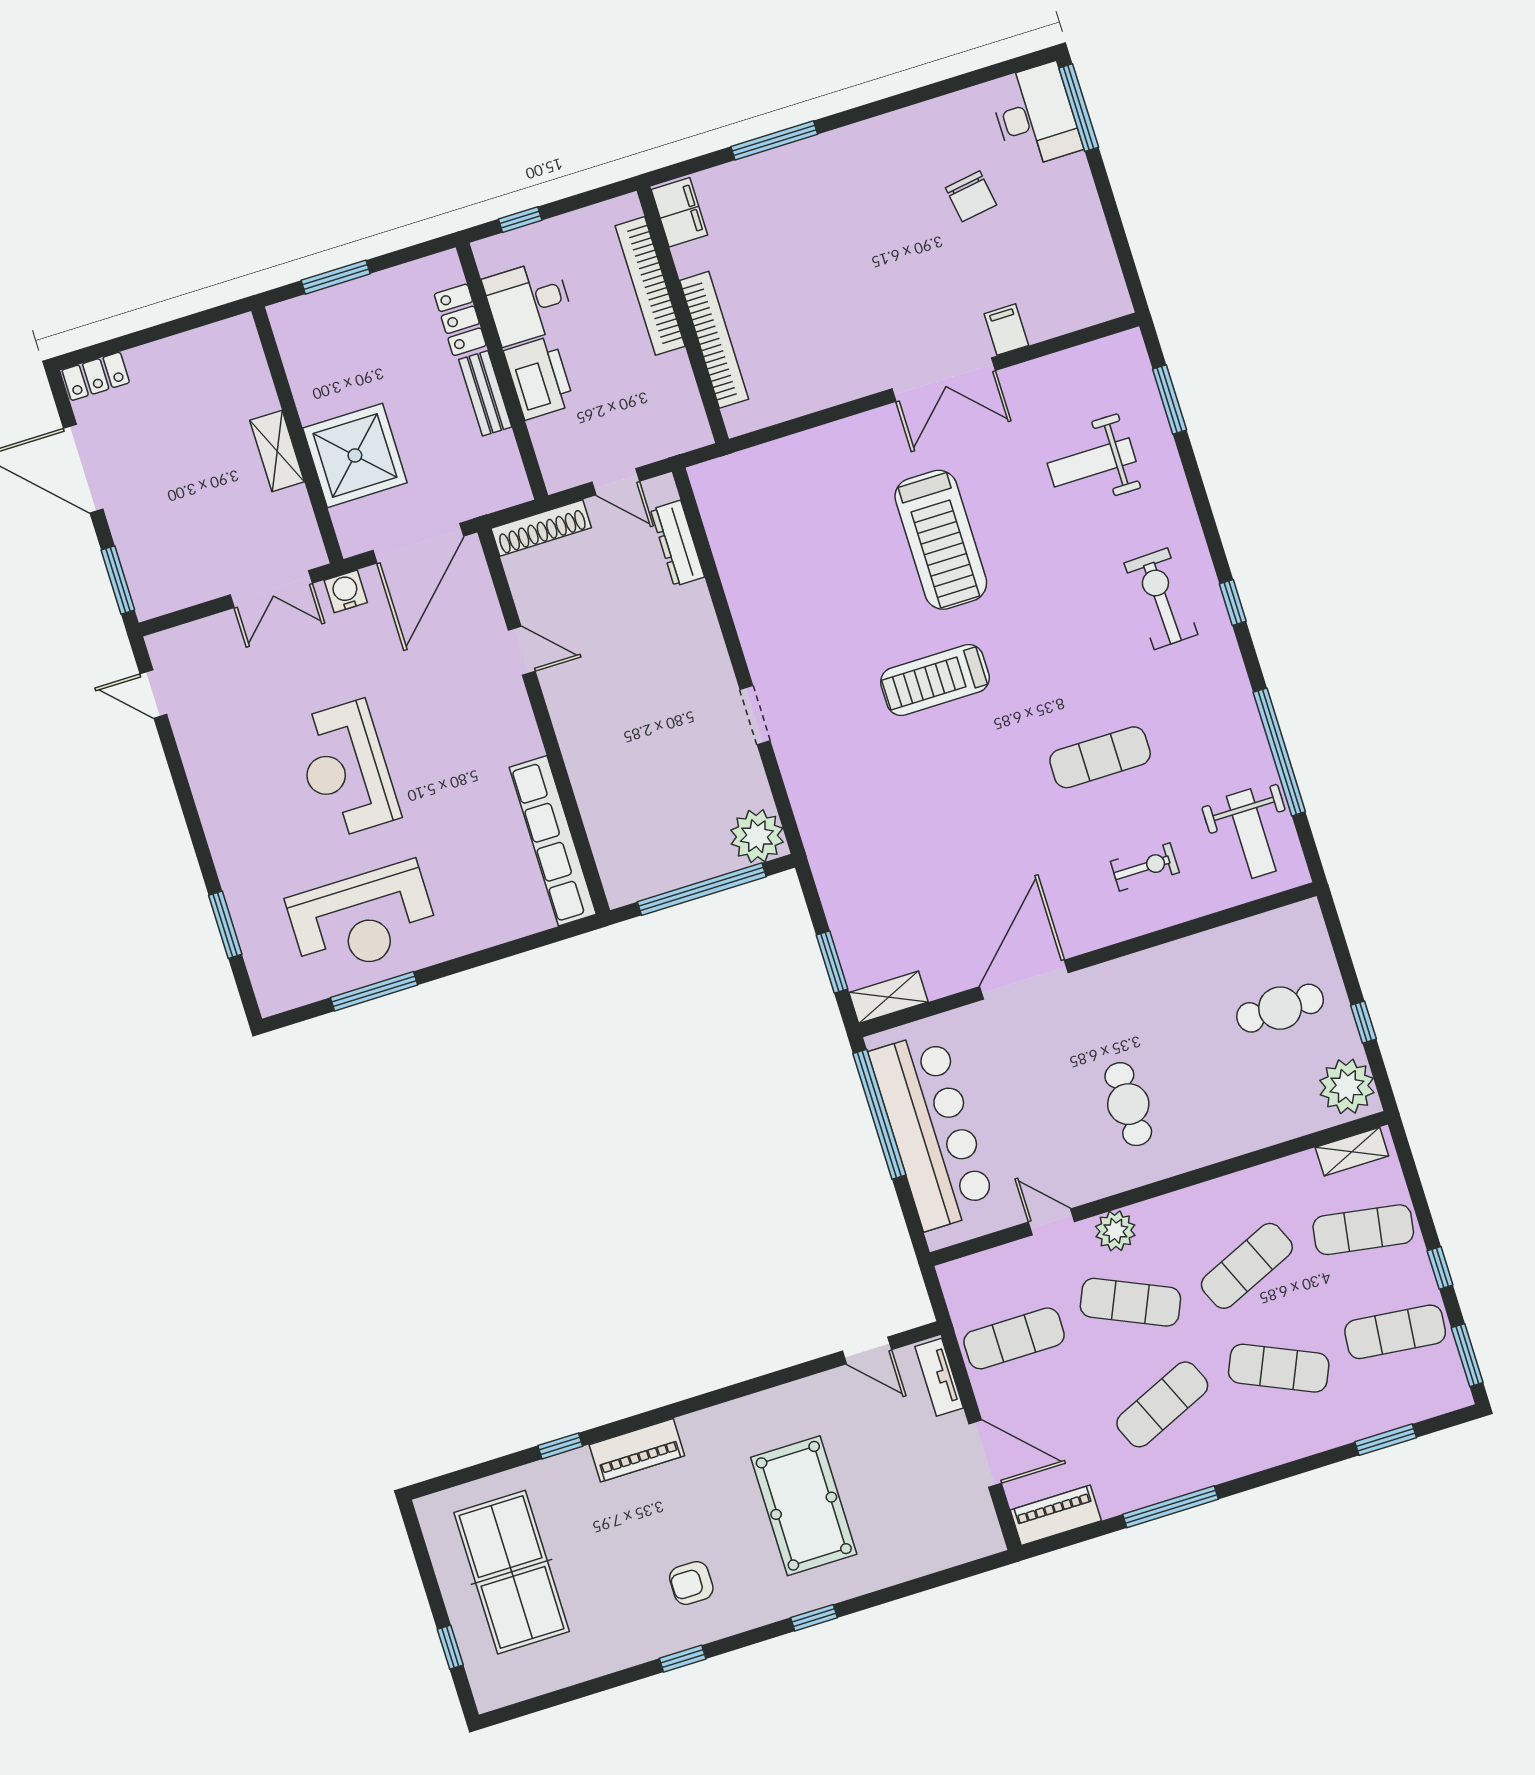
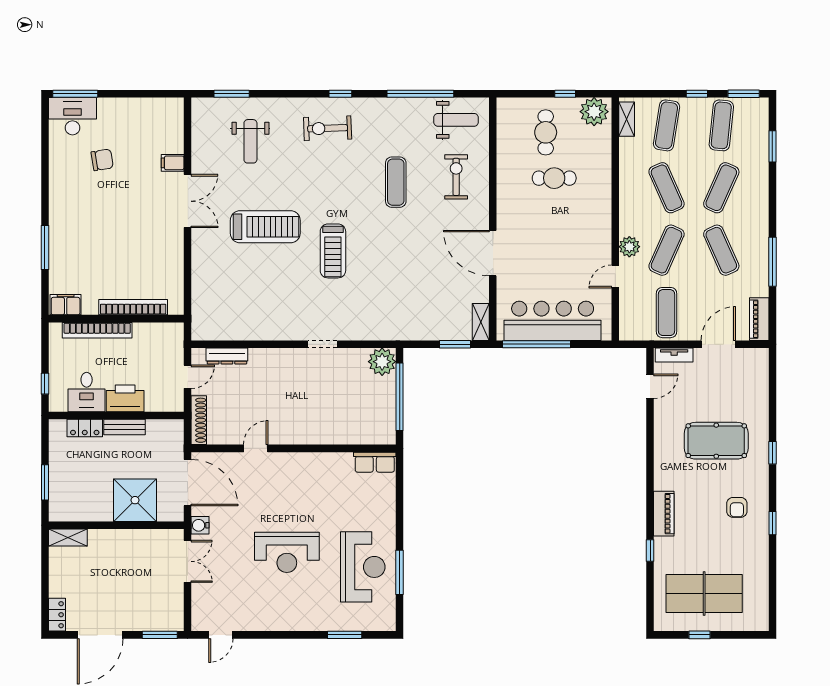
shelving: (277, 451) -> (68, 537), moved
row of seats: (553, 841) -> (375, 462), width x0.50
exercise bike: (1145, 867) -> (456, 177), width x1.38, depth x1.39
cafe table: (1128, 1104) -> (554, 178), moved
window: (450, 1647) -> (699, 635), moved

